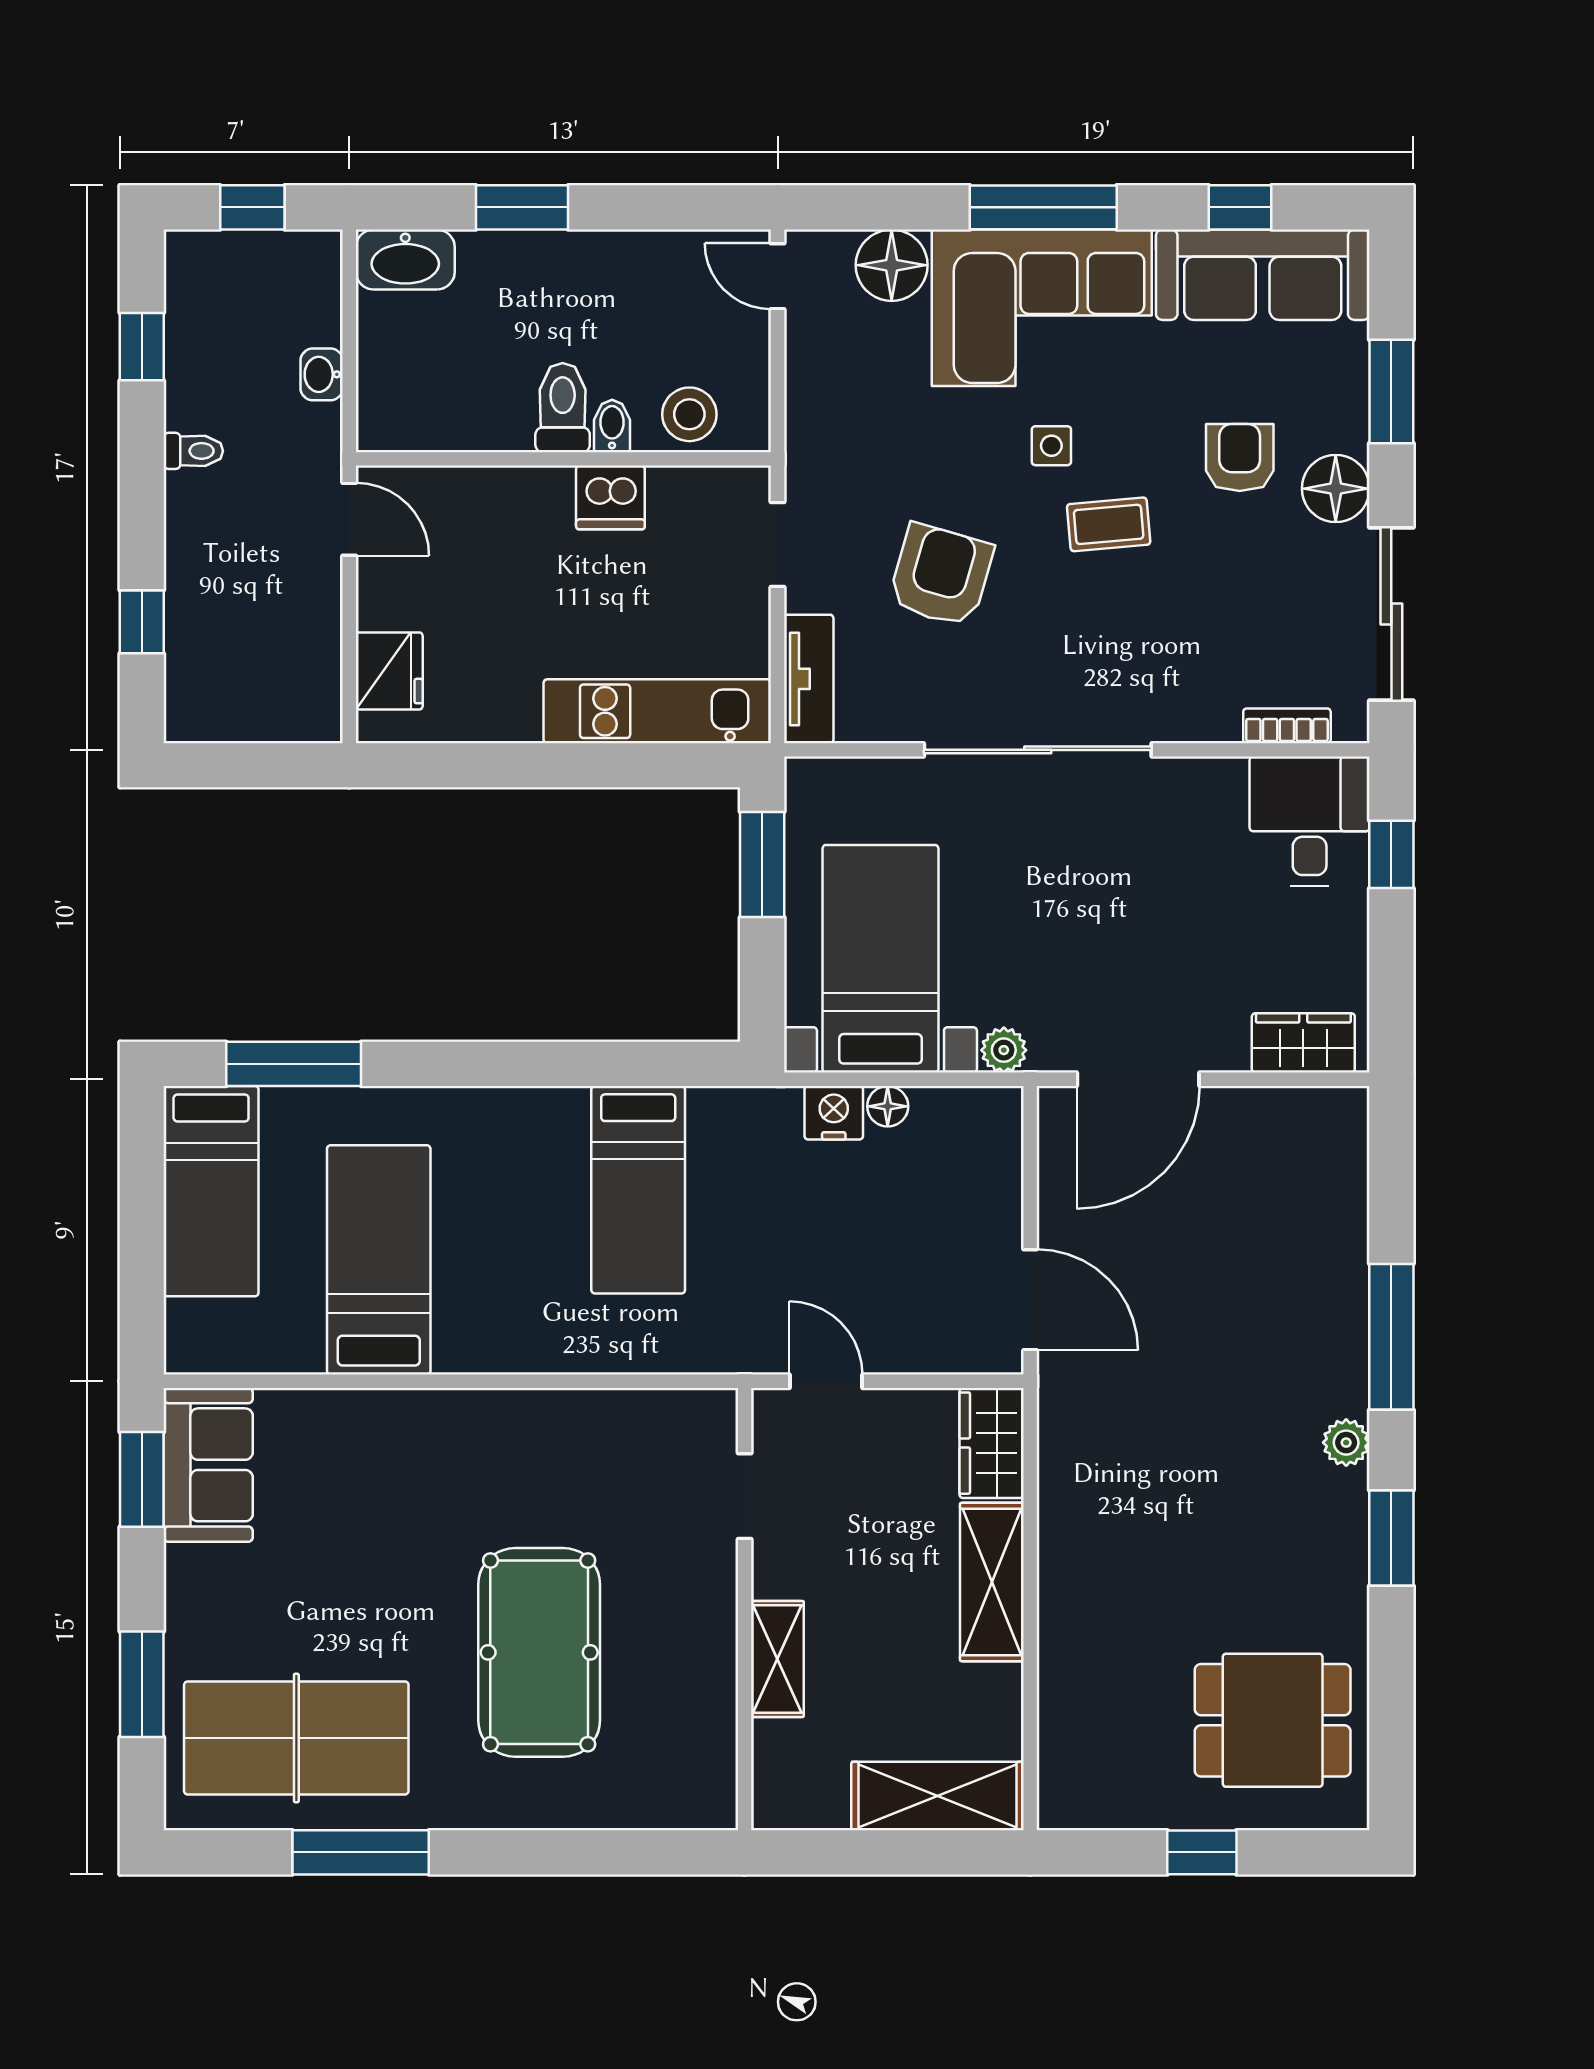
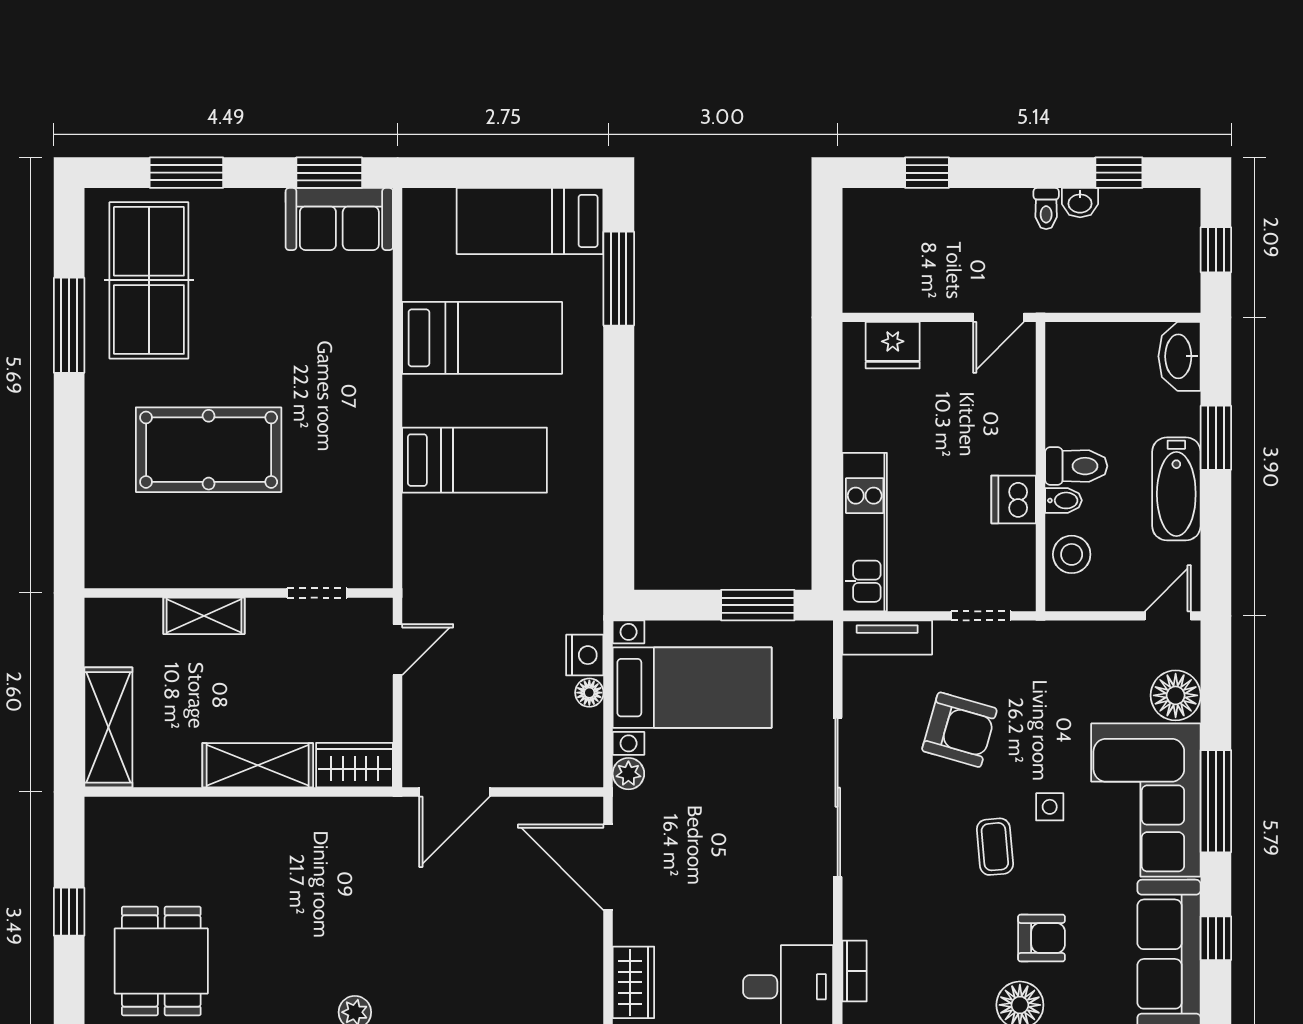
bathtub: (595, 264) -> (1176, 489), added
washbasin: (322, 374) -> (1080, 203), moved, turned 180
bed: (638, 1190) -> (475, 460), moved, turned 180

